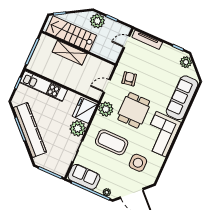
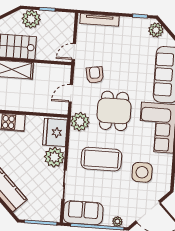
door: (126, 42) -> (74, 52), moved

